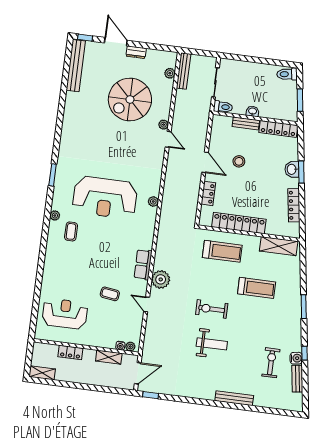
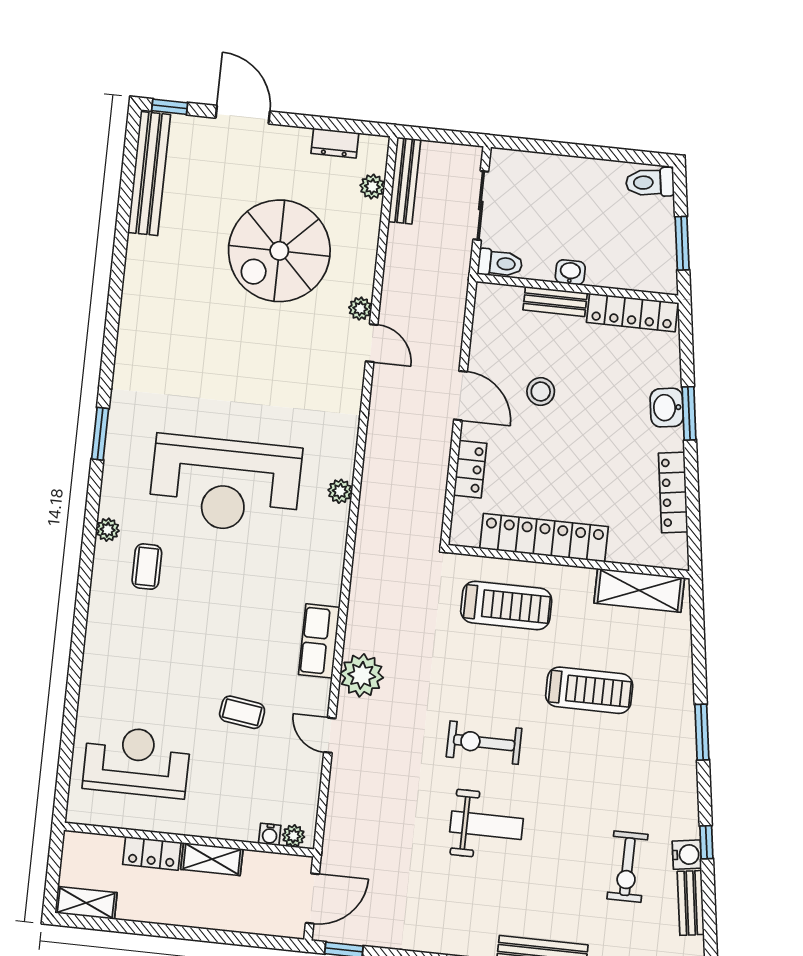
dresser: (136, 52) -> (335, 143), moved
shelving: (109, 357) -> (212, 859), moved
exercise bike: (271, 363) -> (627, 867), turned 180

